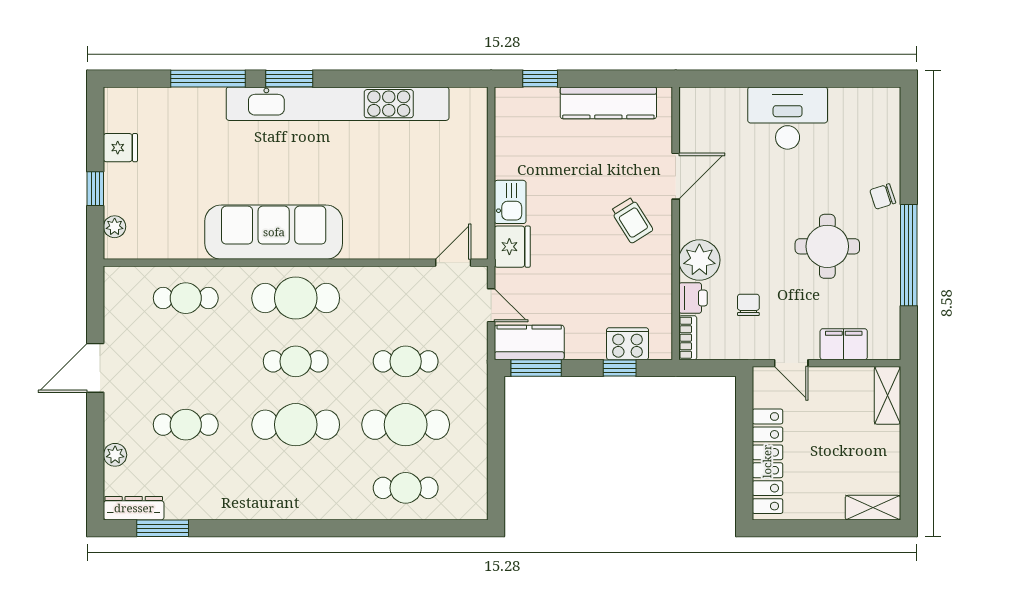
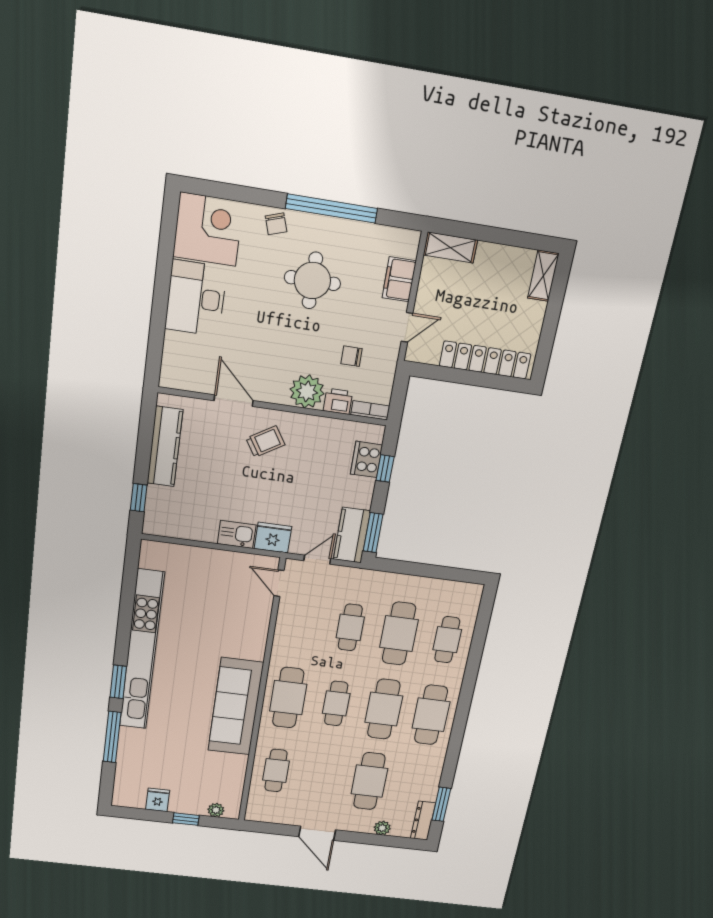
corner desk: (865, 122) -> (208, 229), added
cafe table: (186, 425) -> (369, 781), width x1.37, depth x1.35
cafe table: (296, 488) -> (431, 715), added

